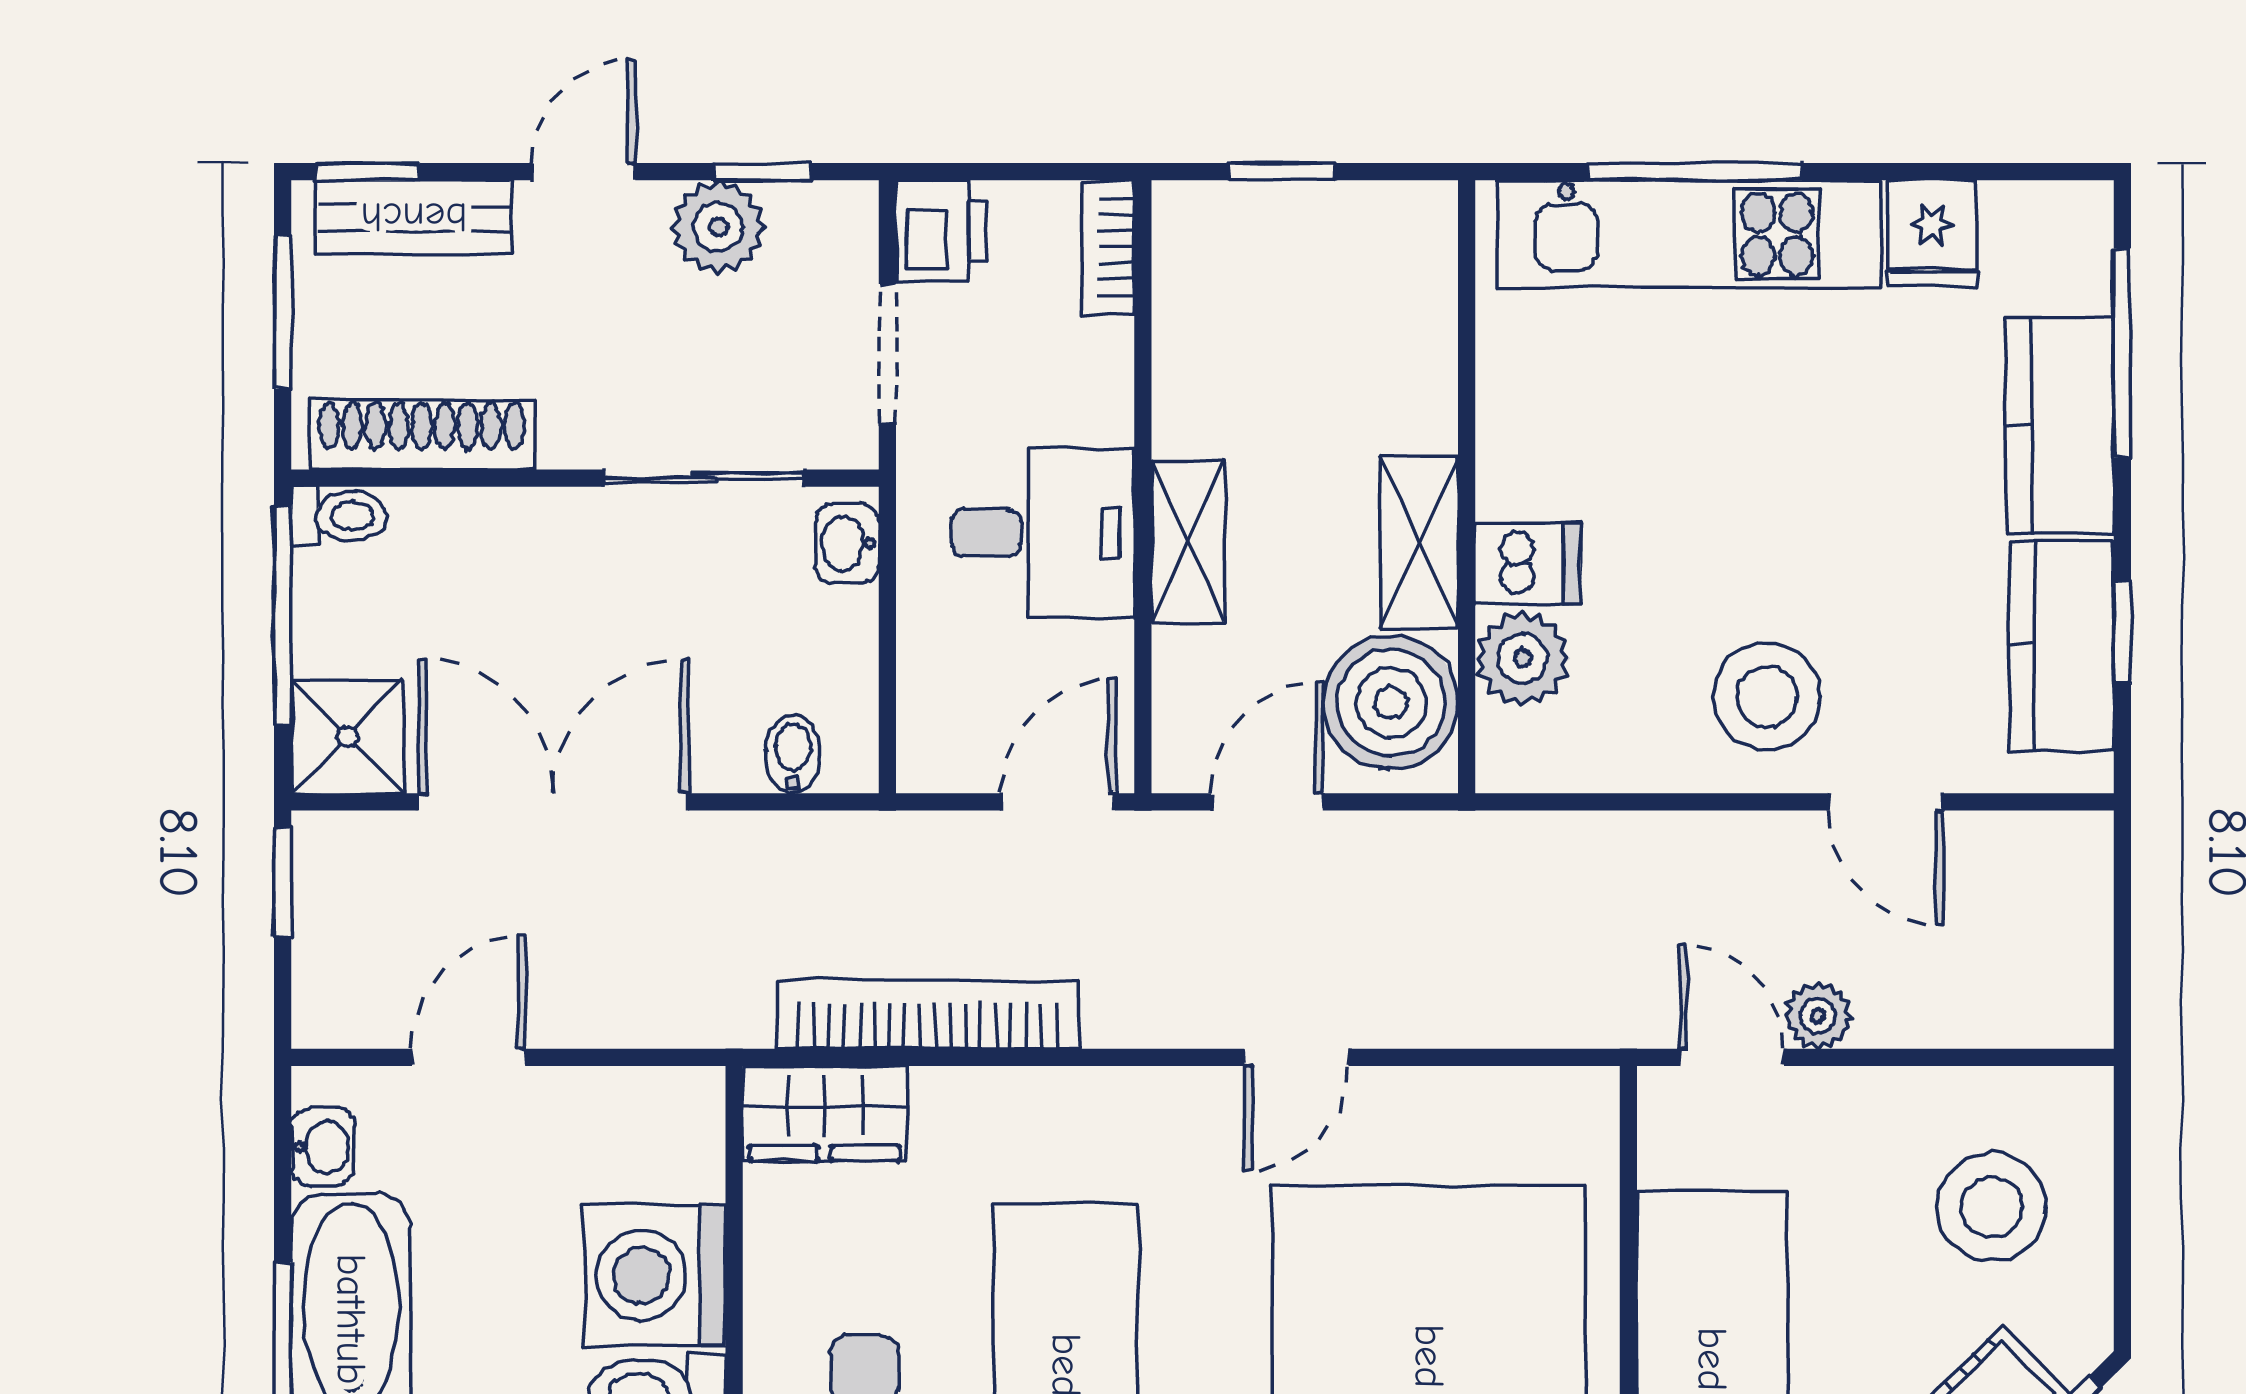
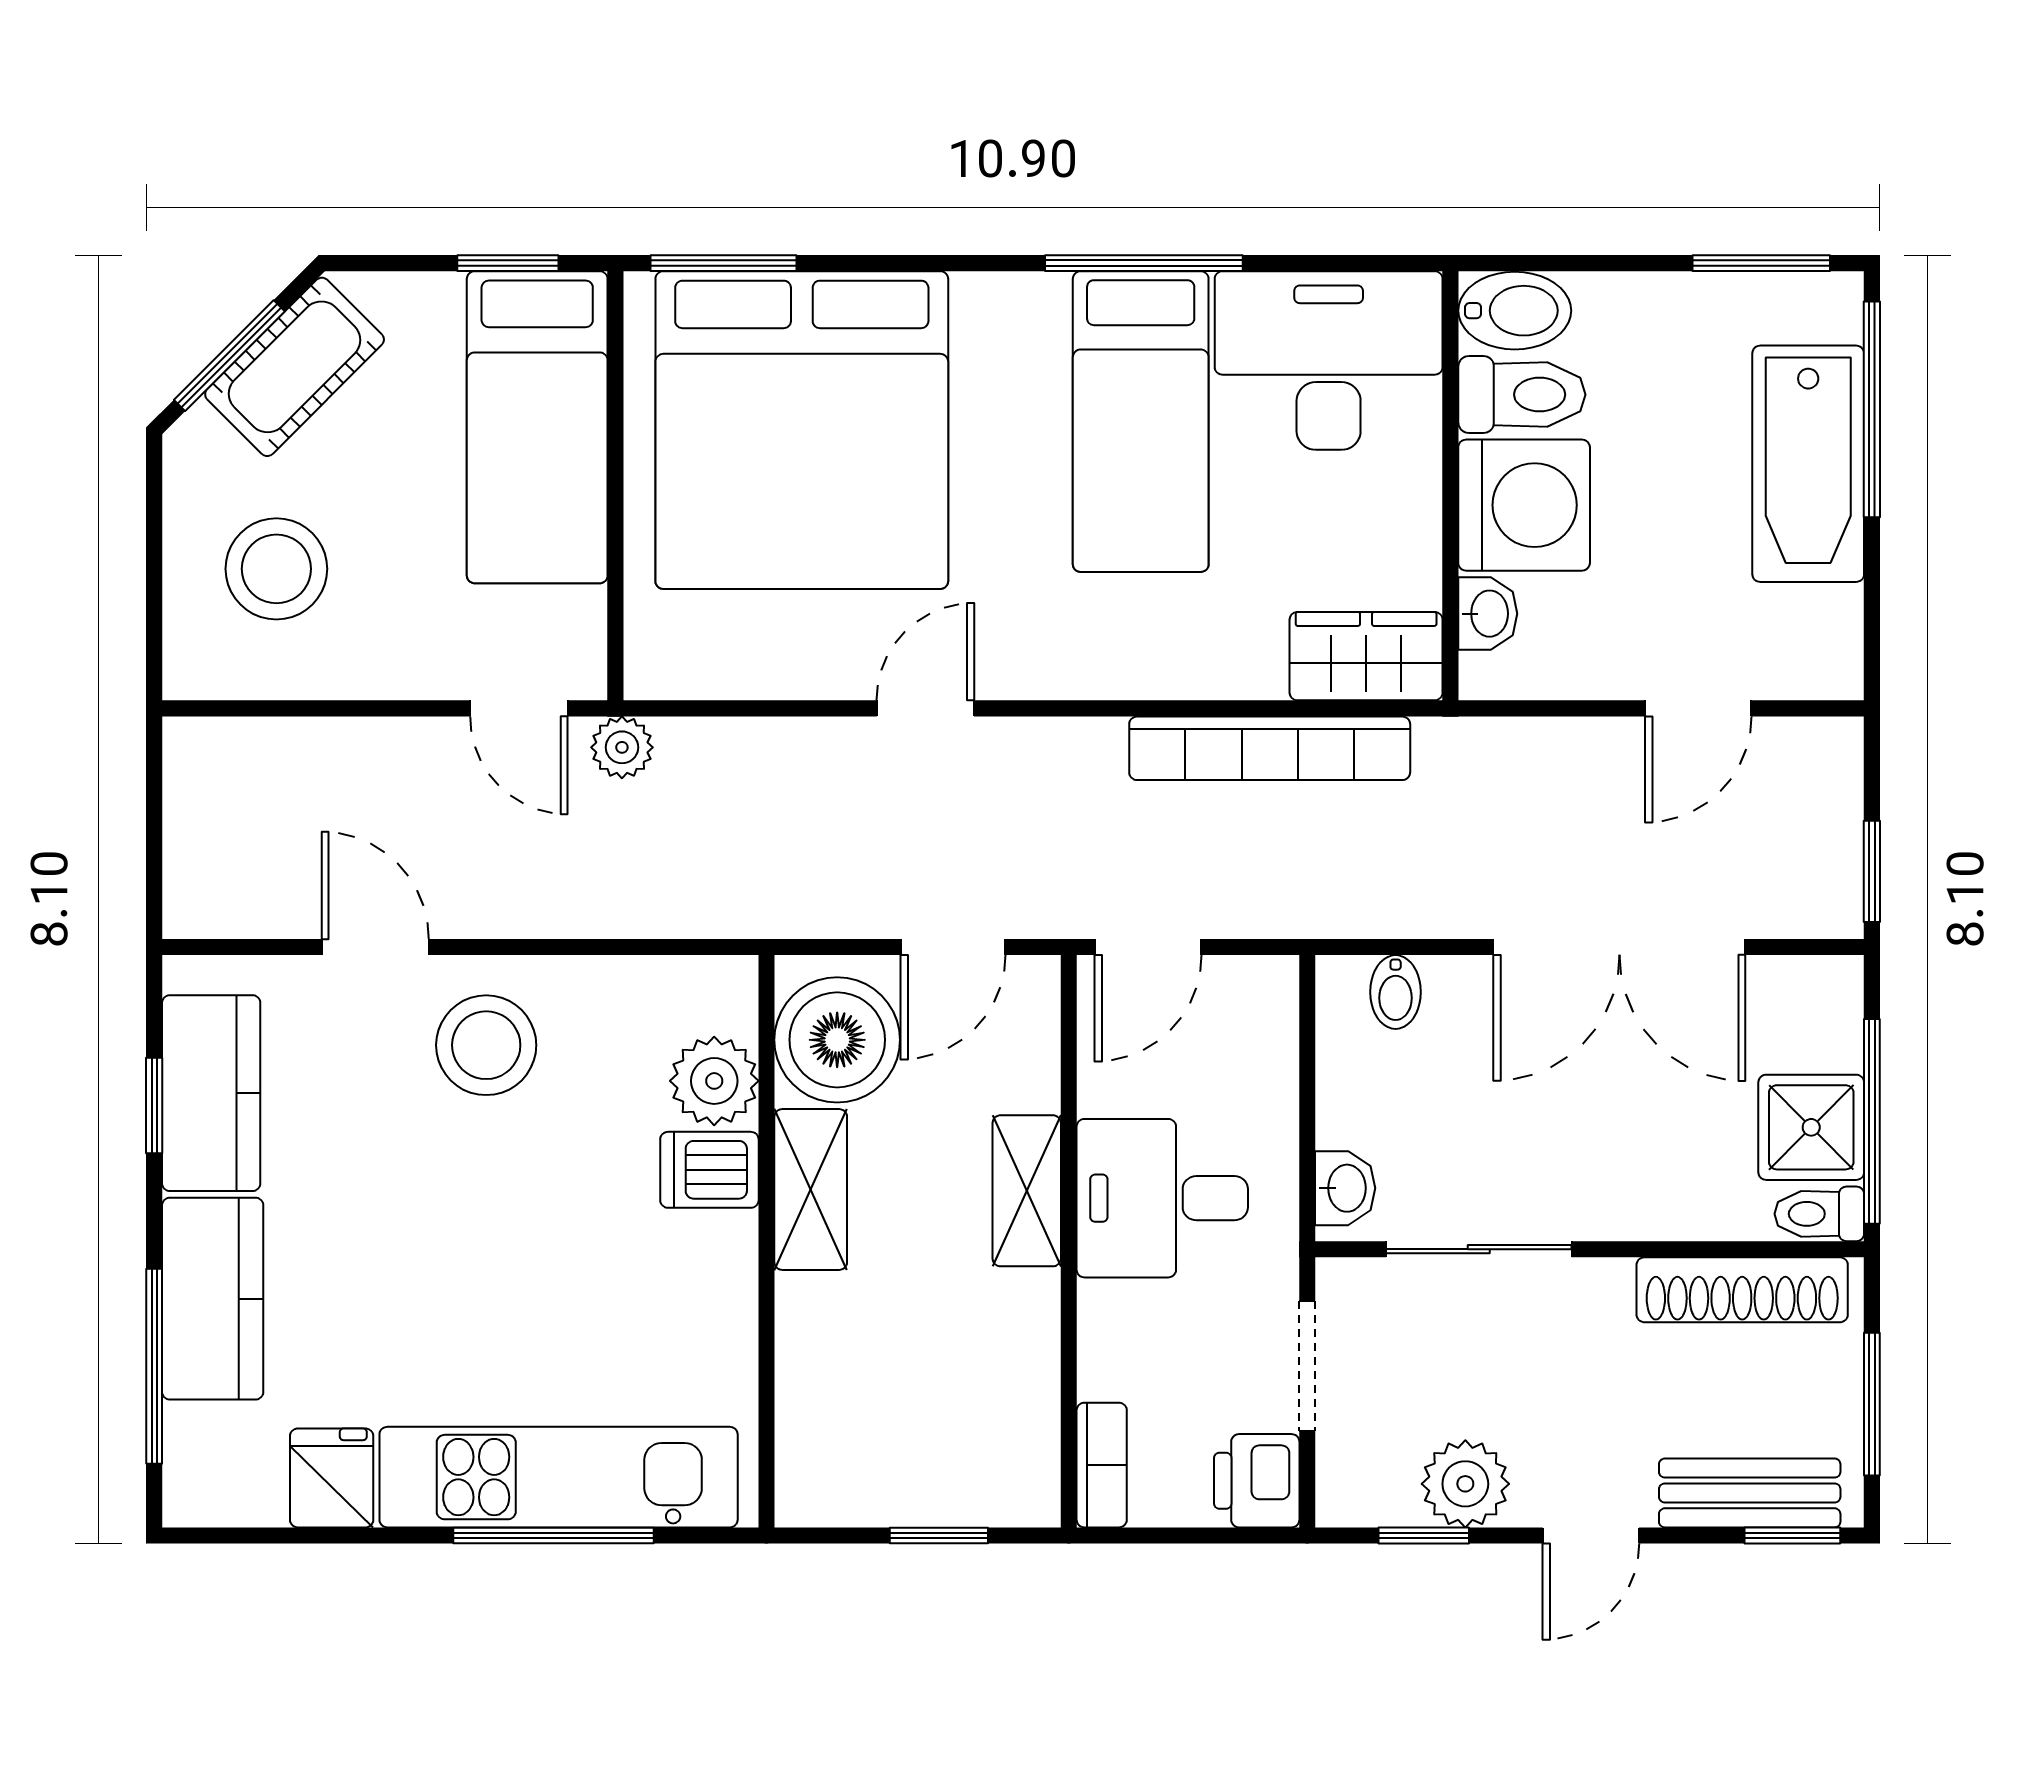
shower: (348, 737) -> (1811, 1127), moved
plant: (1818, 1016) -> (622, 747), moved
washbasin: (323, 1147) -> (1488, 614), moved, turned 180

